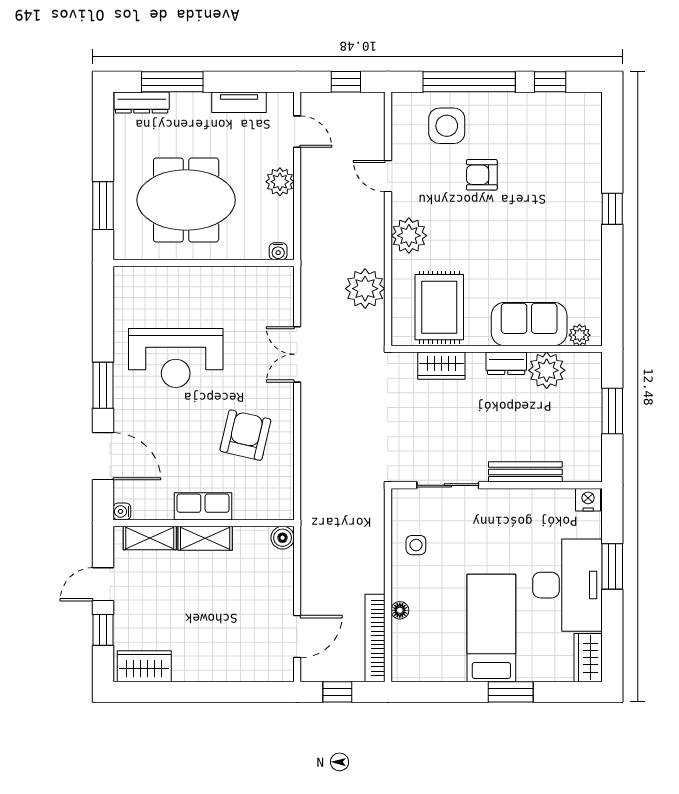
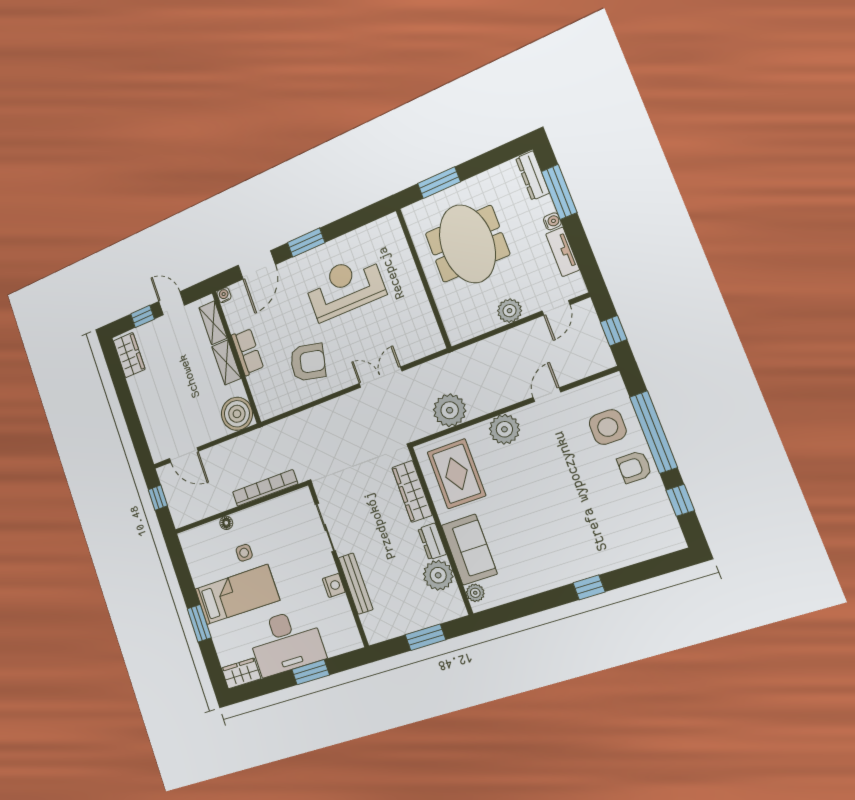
armchair: (482, 175) -> (634, 467), moved, turned -90
water cooler: (278, 251) -> (552, 221), moved, turned 180
rug: (439, 307) -> (456, 474), turned 90
reception desk: (176, 358) -> (345, 287), turned 90
wardrobe: (441, 366) -> (412, 491), width x1.50
nightstand: (588, 500) -> (334, 585), moved
boiler: (283, 538) -> (237, 414), width x1.86, depth x1.86
side table: (416, 545) -> (244, 553), moved
bookcase: (375, 638) -> (265, 488), moved

